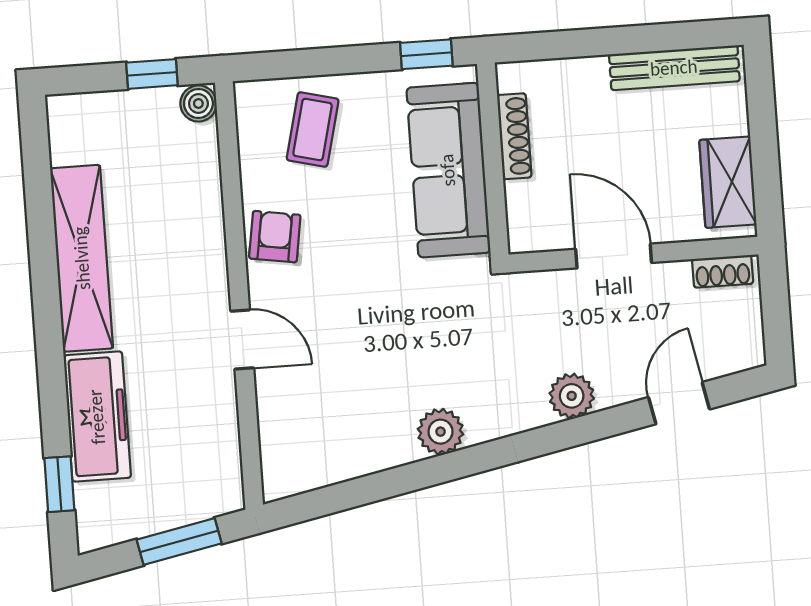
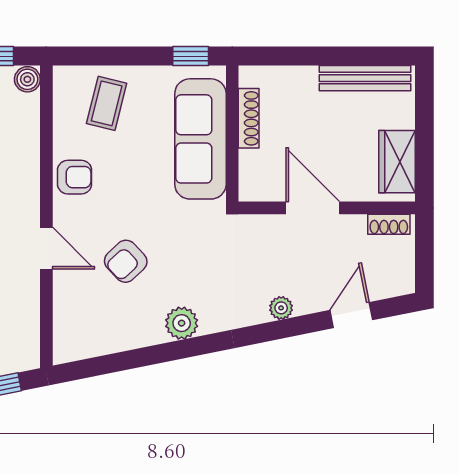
armchair: (275, 237) -> (75, 177), turned 81
armchair: (355, 350) -> (126, 261), added
plant: (572, 396) -> (281, 308), width x0.73, depth x0.73

